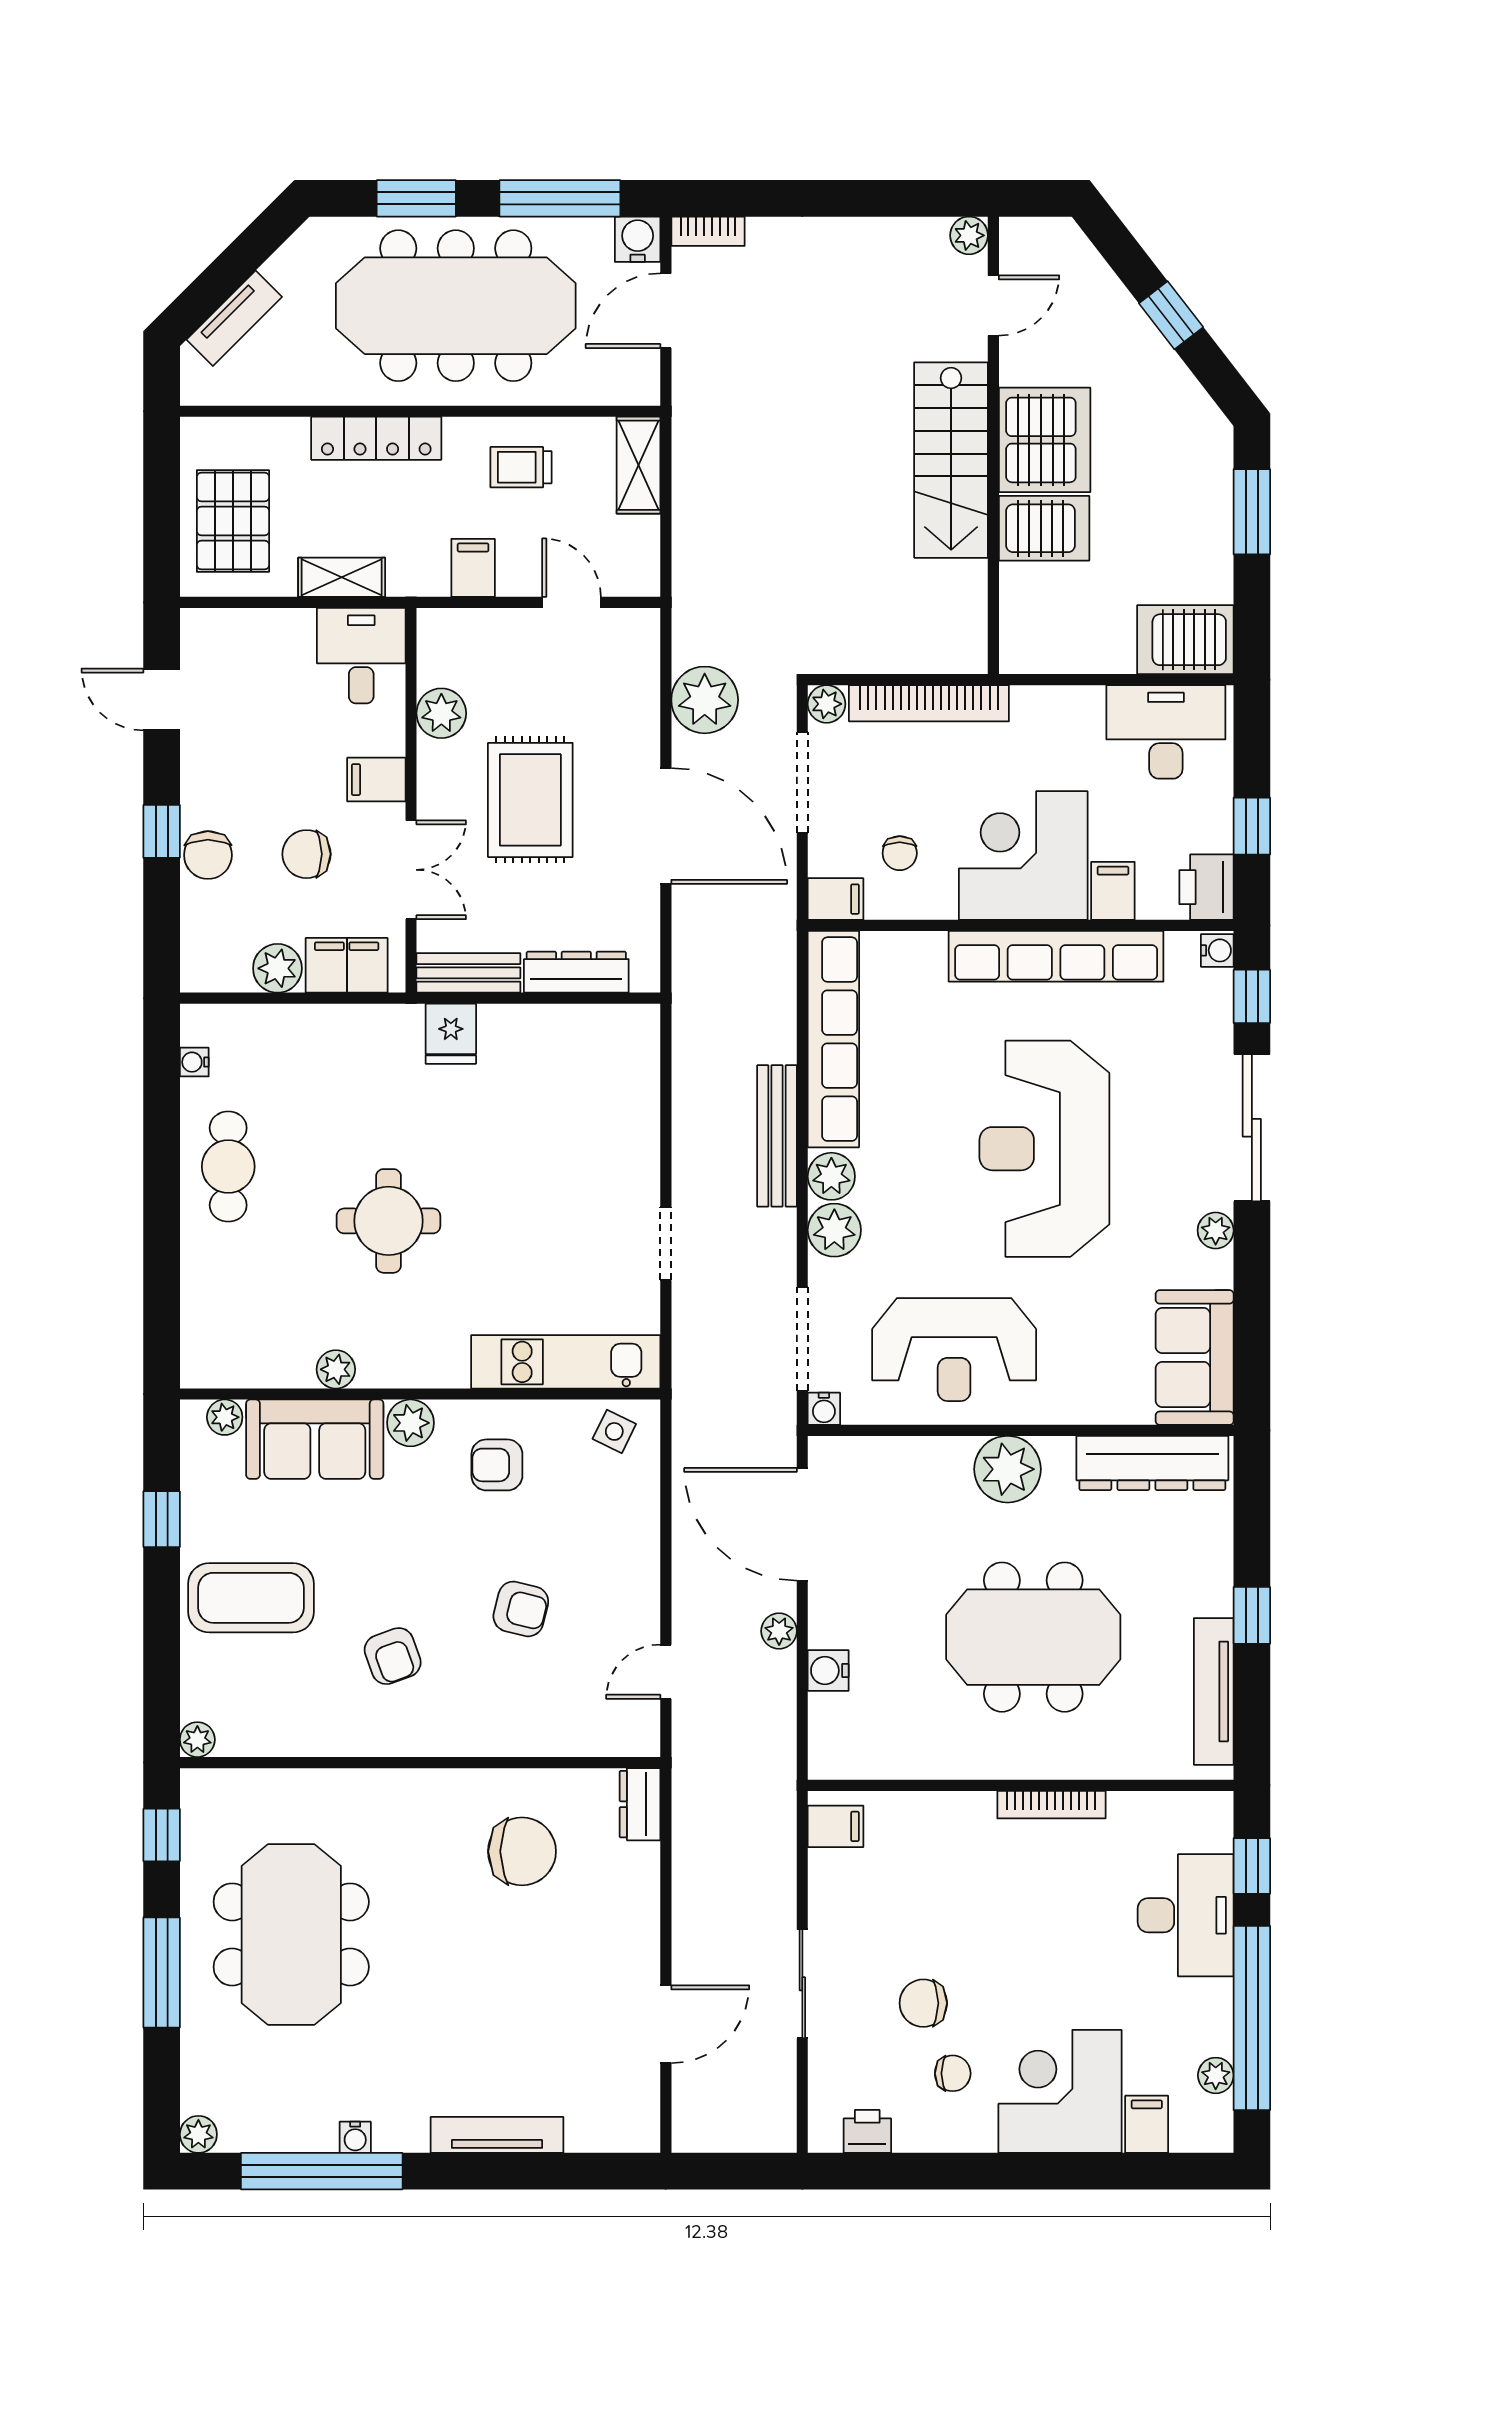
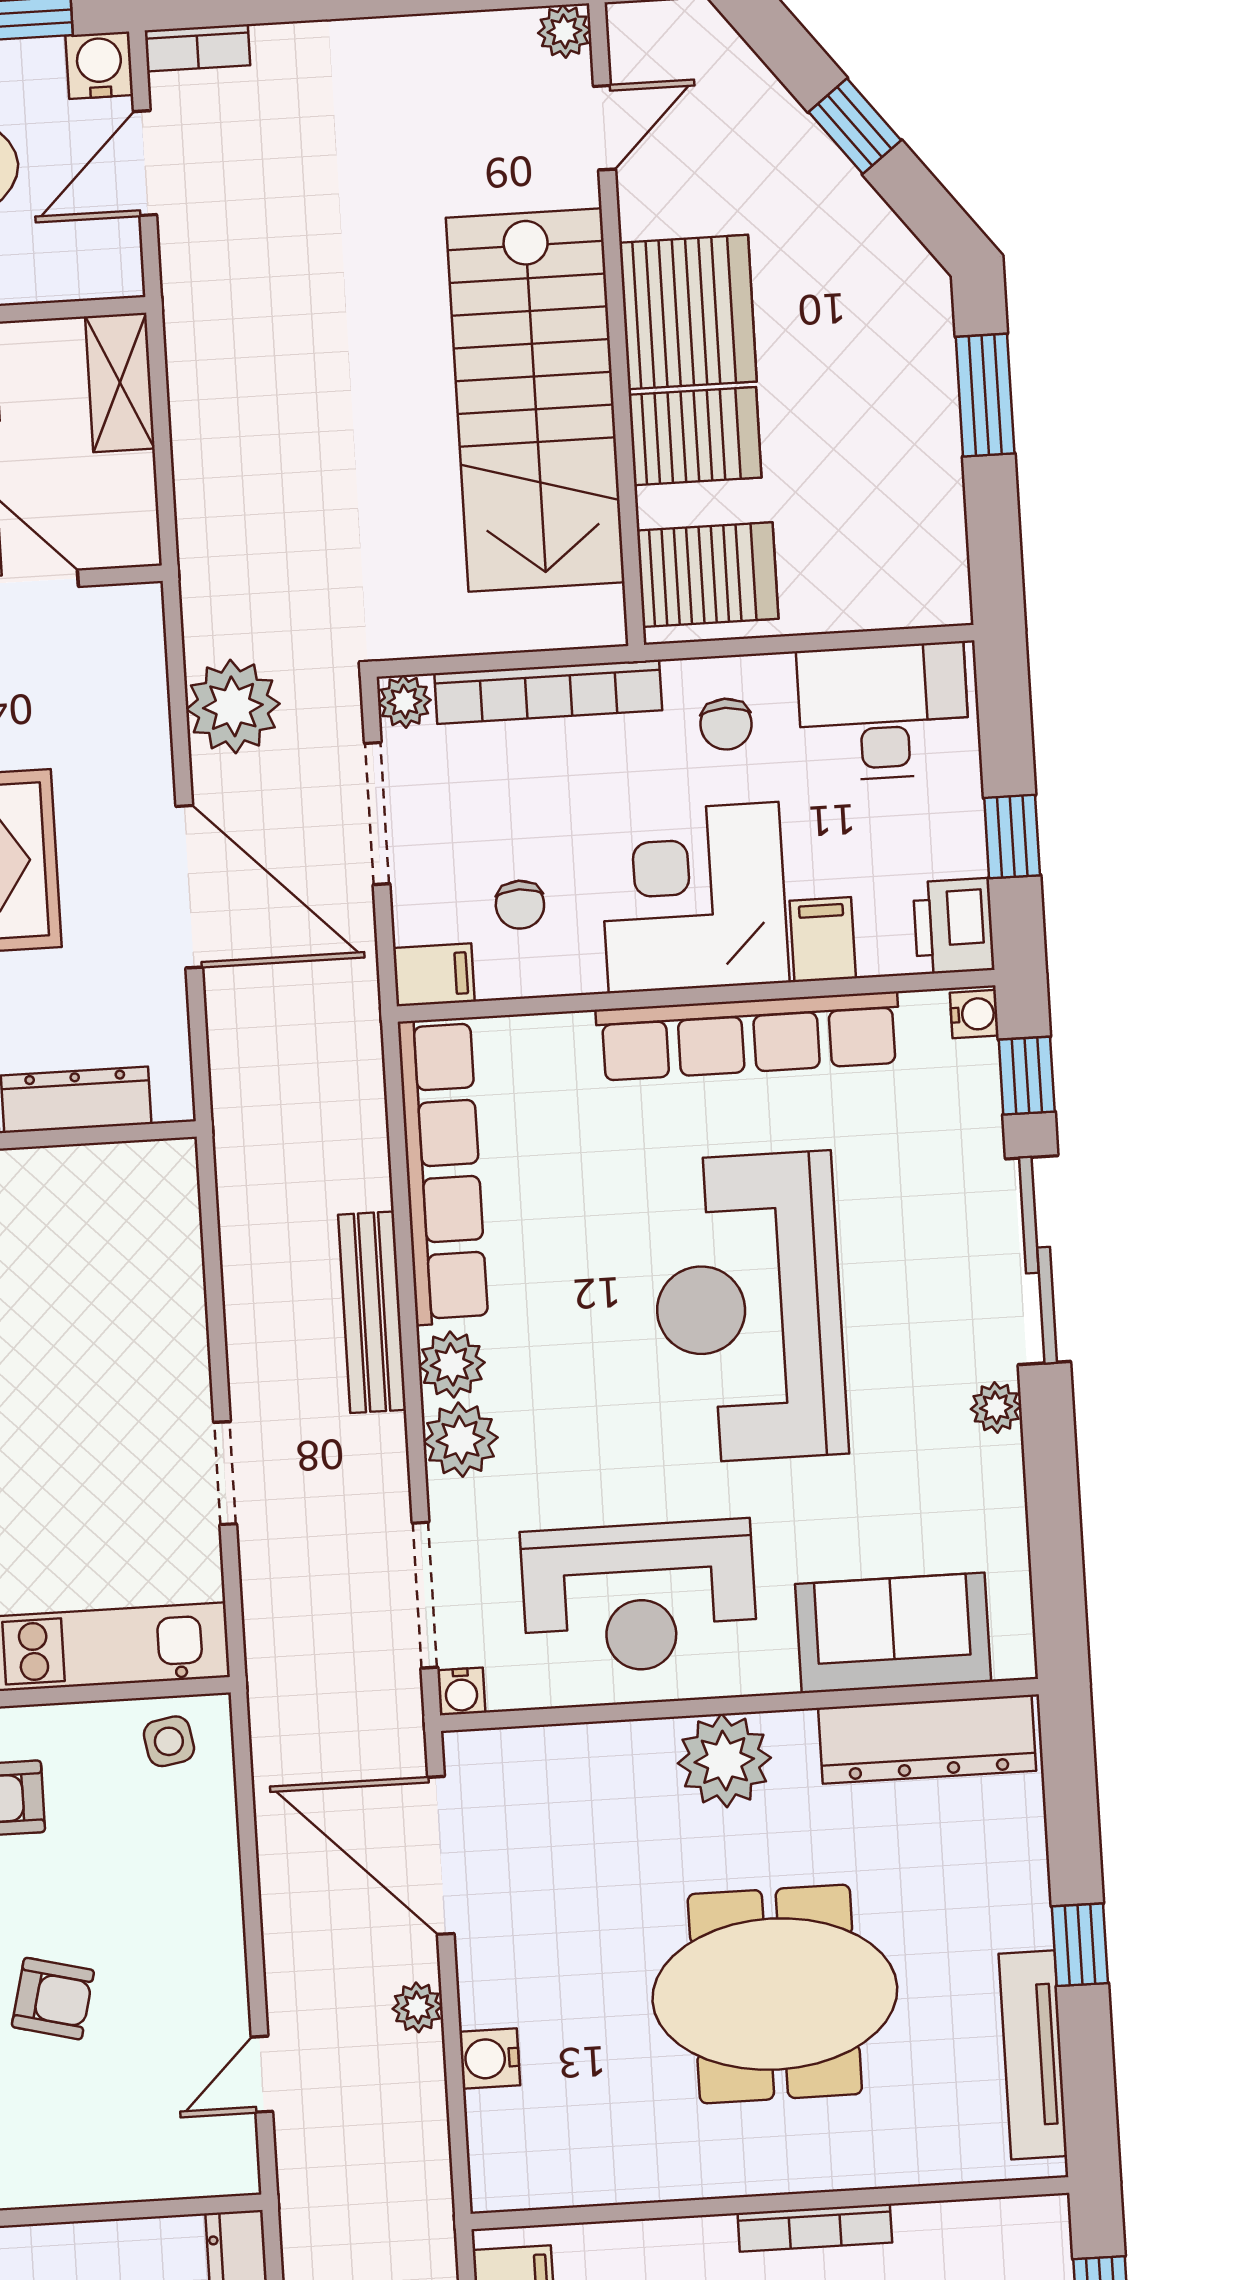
stairs: (951, 460) -> (535, 400), width x1.36, depth x1.51
server rack: (1185, 640) -> (708, 575), moved, turned 180
chair: (1054, 734) -> (726, 724), added
sofa: (1195, 1358) -> (893, 1633), moved, turned 90
side table: (614, 1431) -> (169, 1741), turned -36

